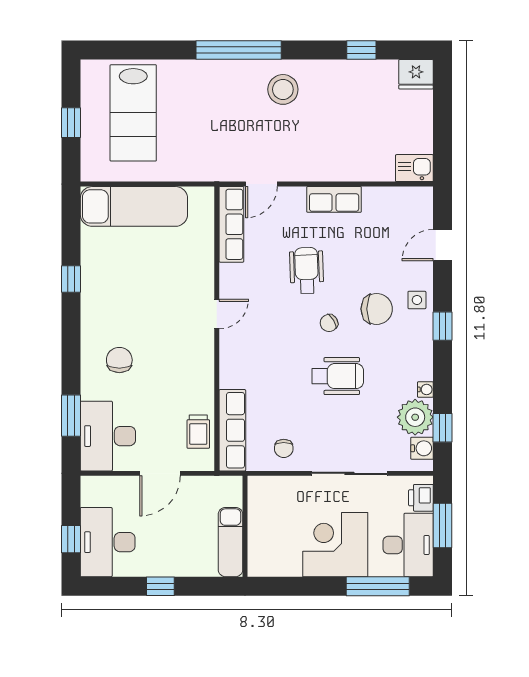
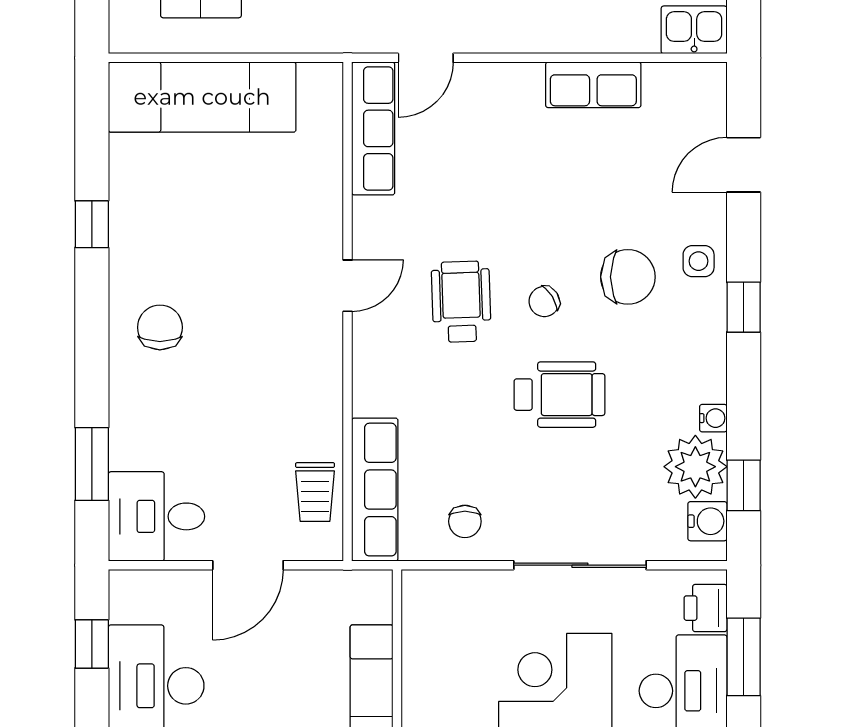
row of seats: (334, 199) -> (593, 85), moved
wheelchair: (307, 270) -> (461, 302), moved
chair: (119, 360) -> (160, 327), moved
desk: (108, 436) -> (156, 516), width x0.73
window: (71, 539) -> (92, 644), moved

